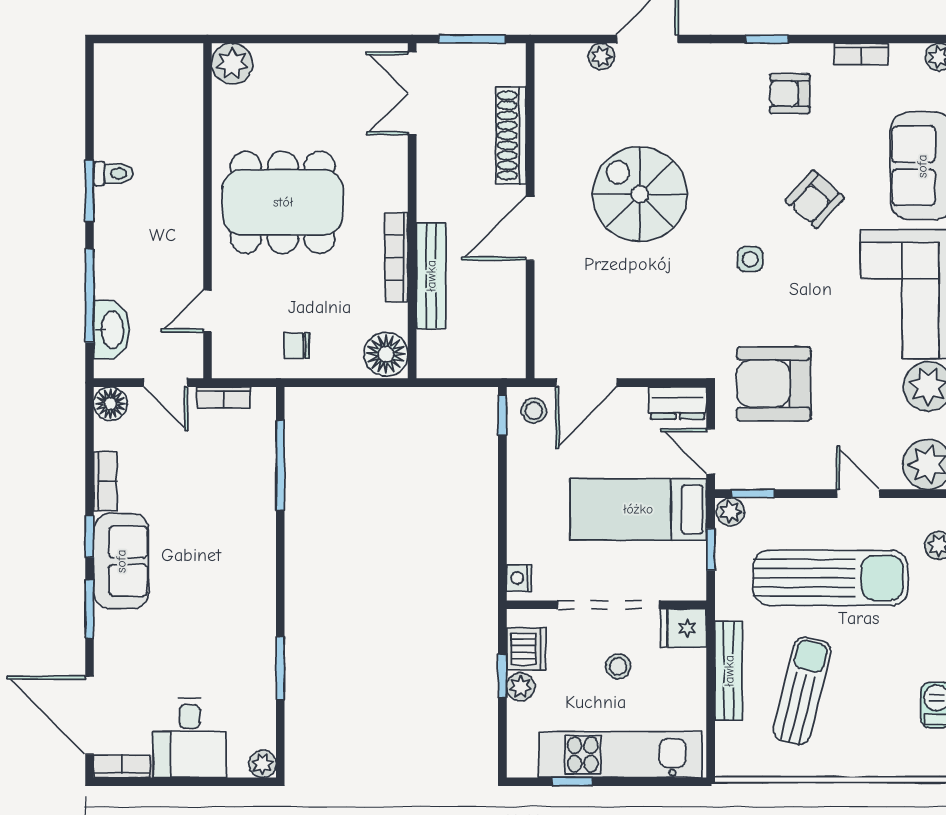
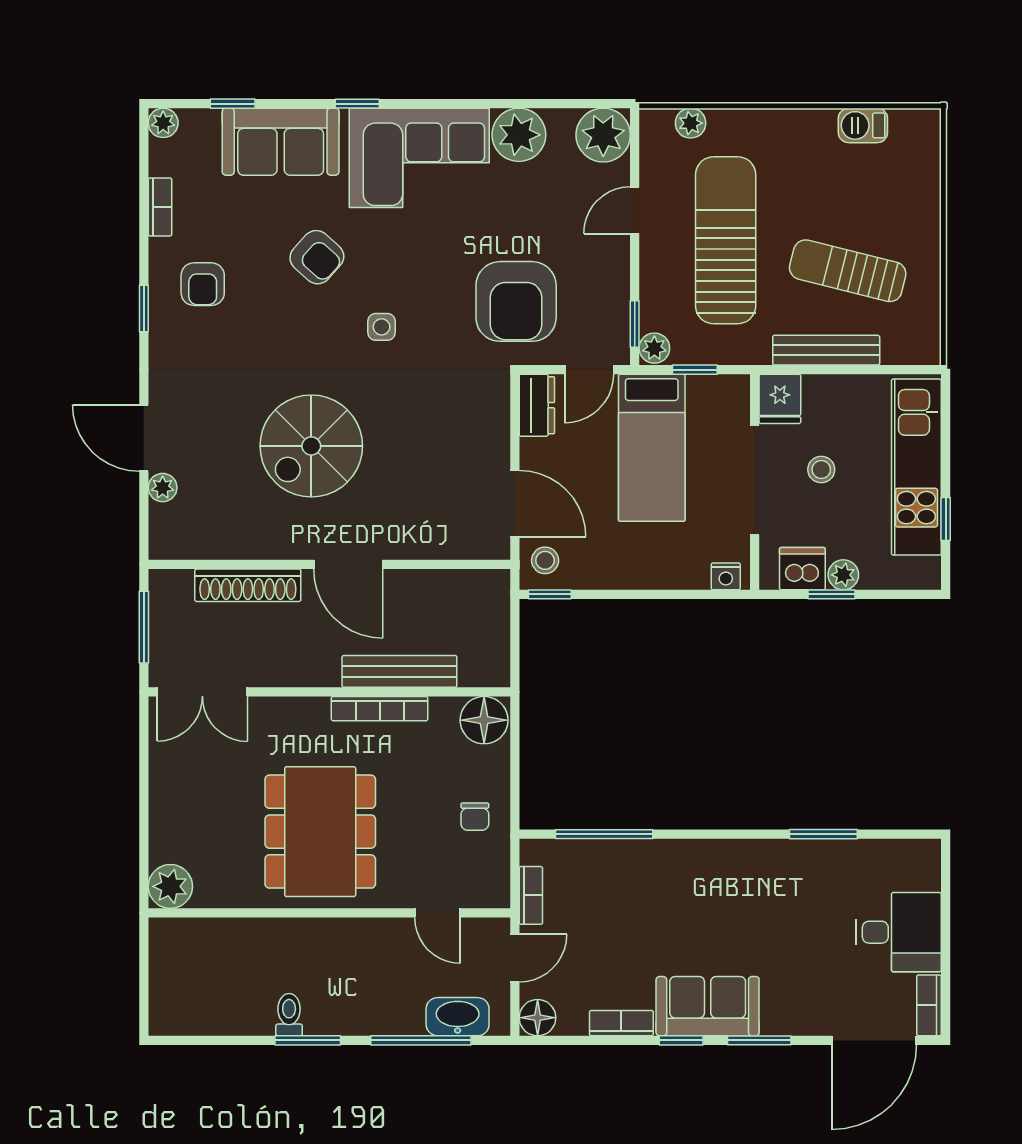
plant: (263, 764) -> (927, 853), removed

